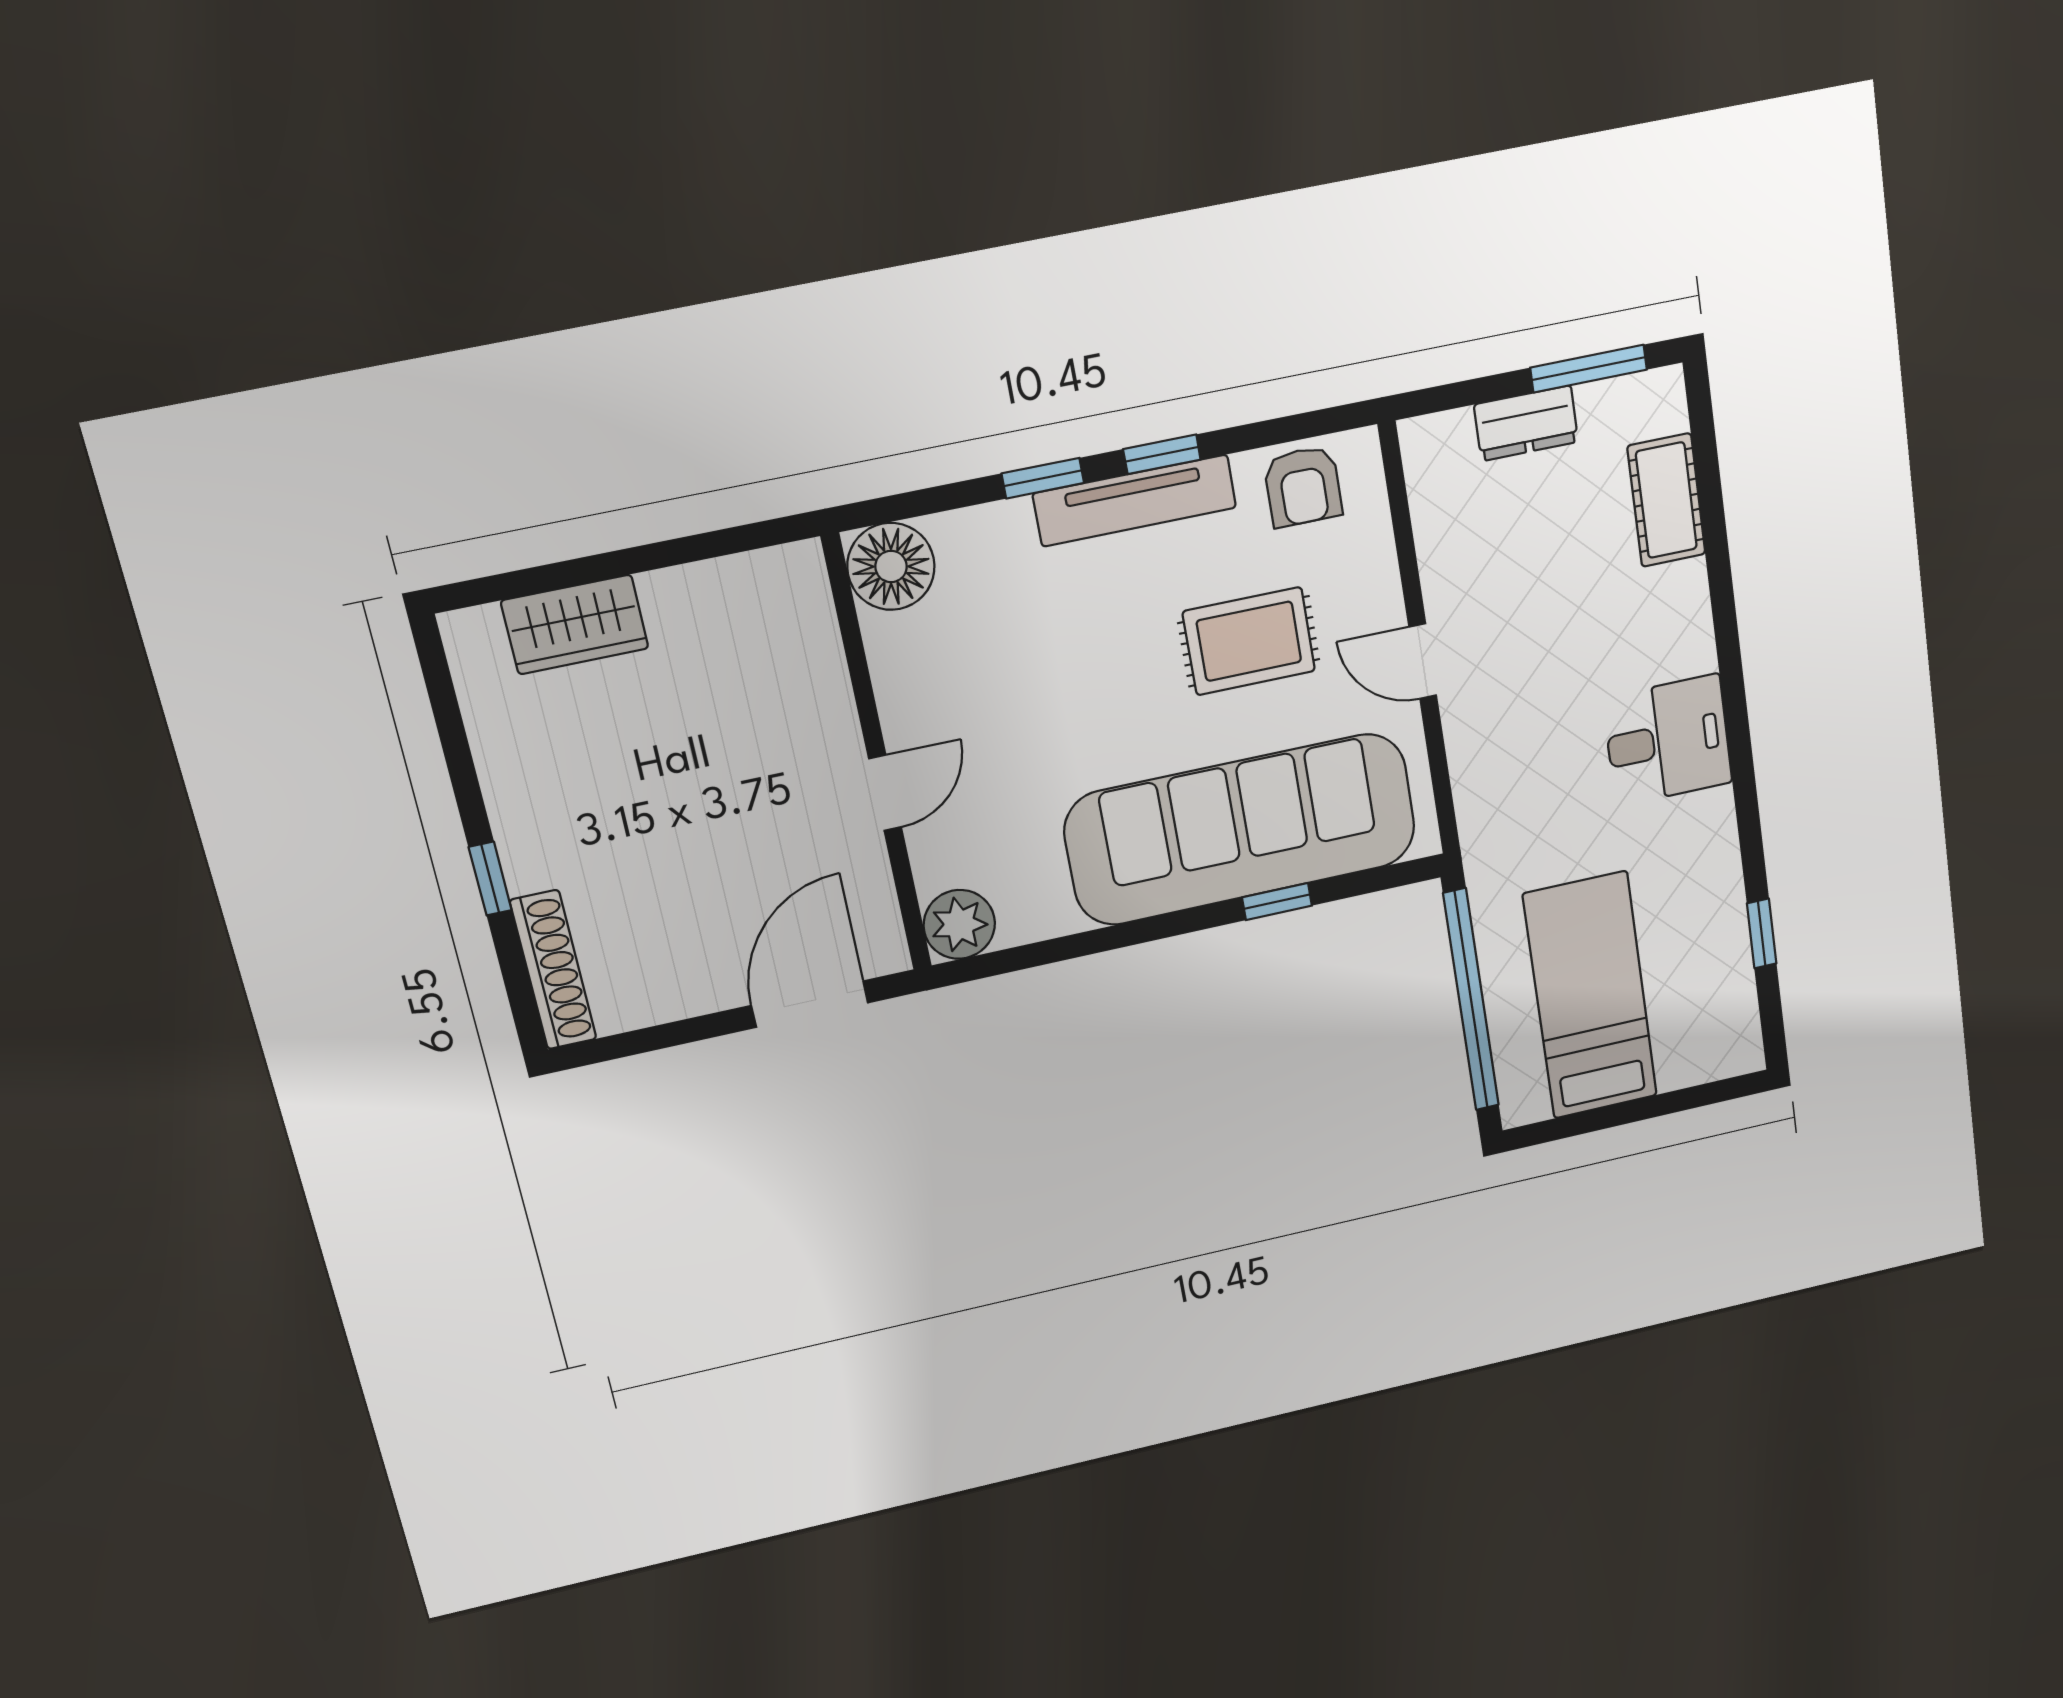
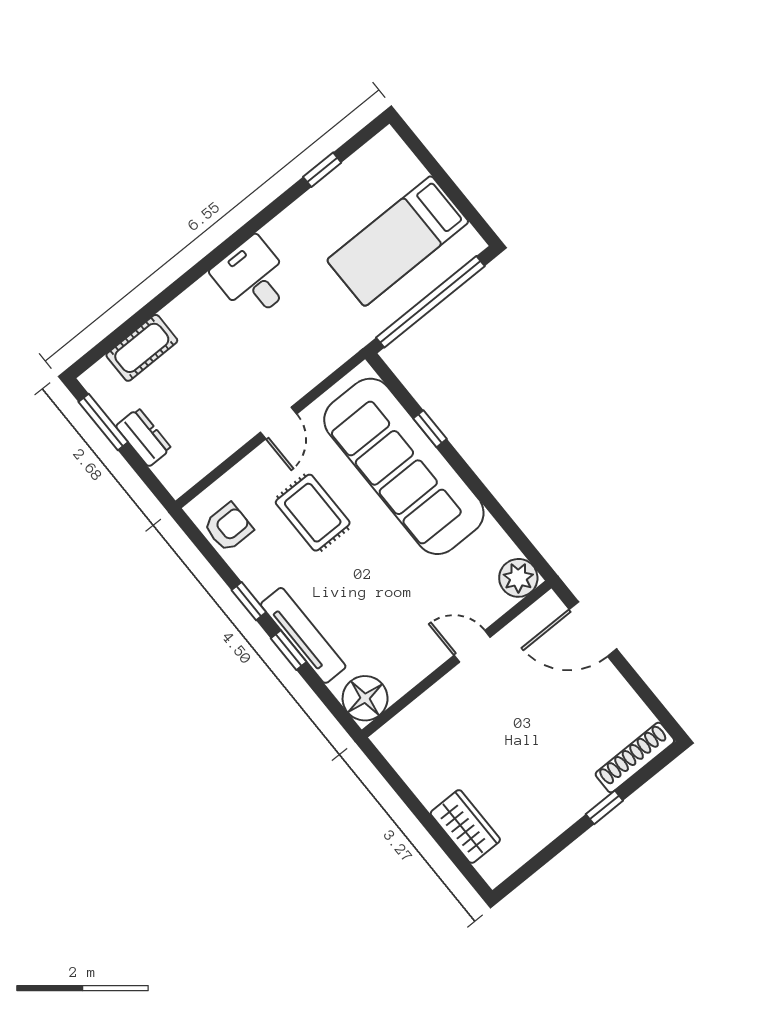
tv unit: (1135, 501) -> (303, 635), moved

